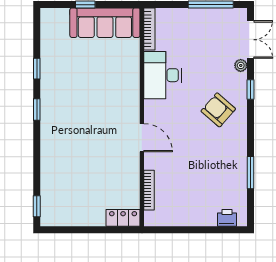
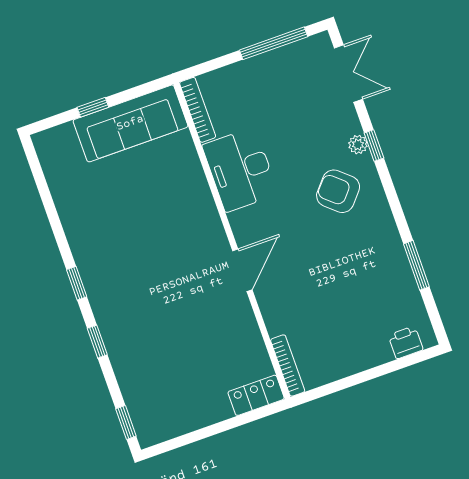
plant: (241, 65) -> (358, 145), moved
window: (37, 69) -> (97, 342), moved
door: (142, 138) -> (242, 270), hinge flipped
bookcase: (149, 190) -> (288, 366), moved

